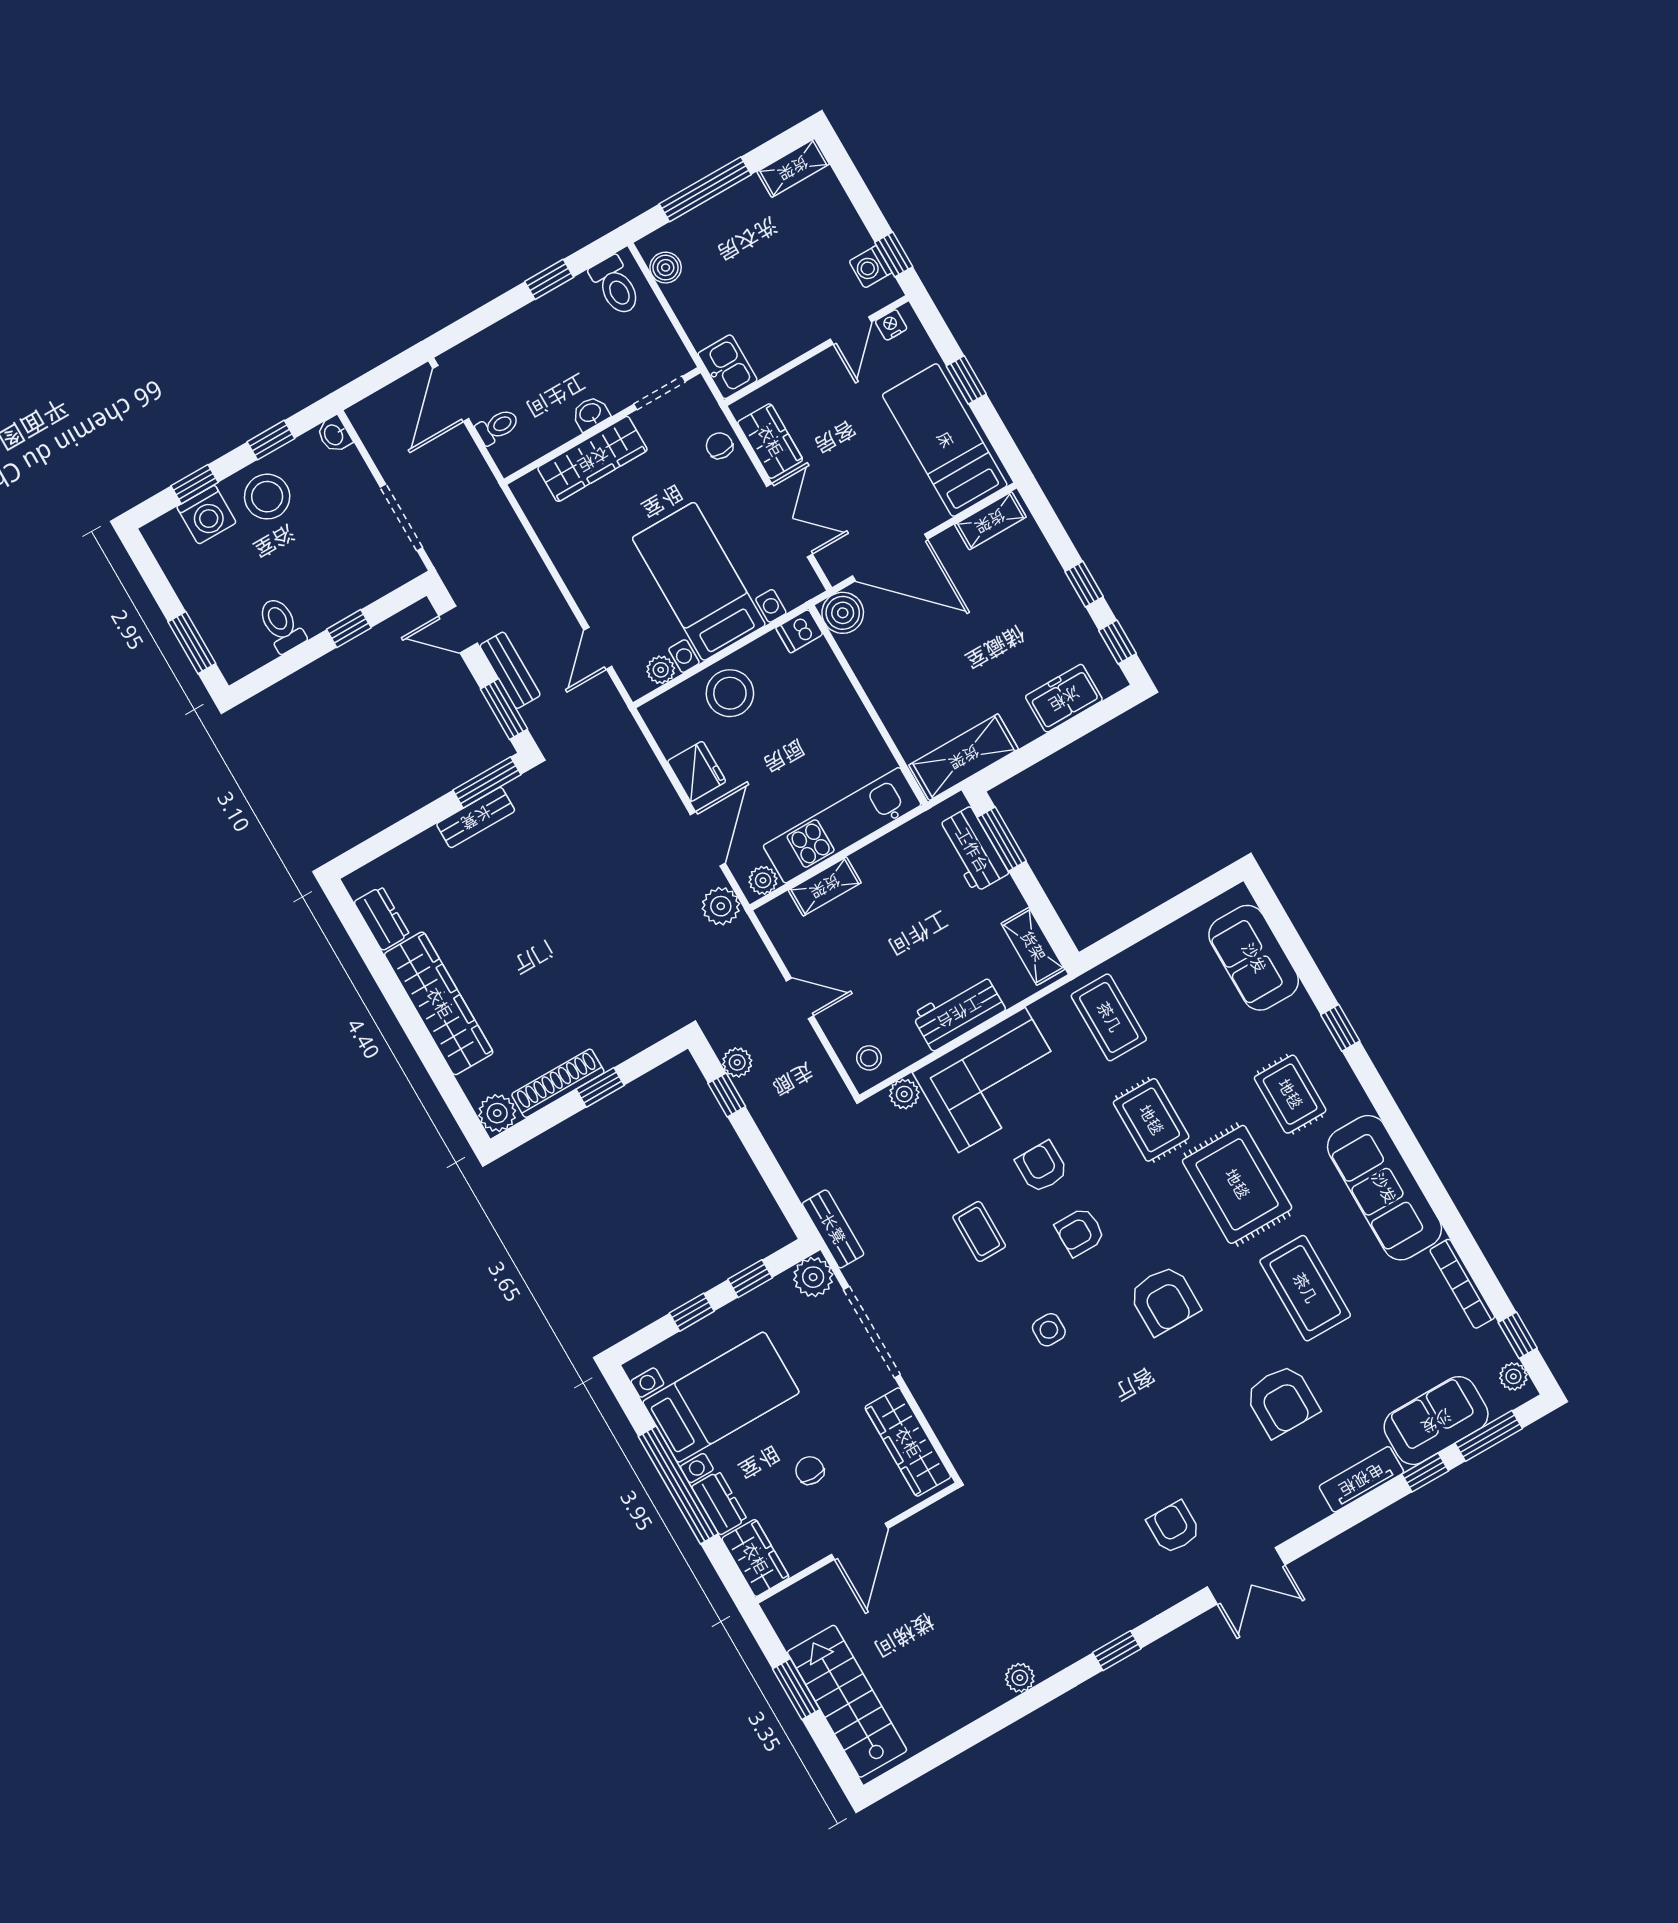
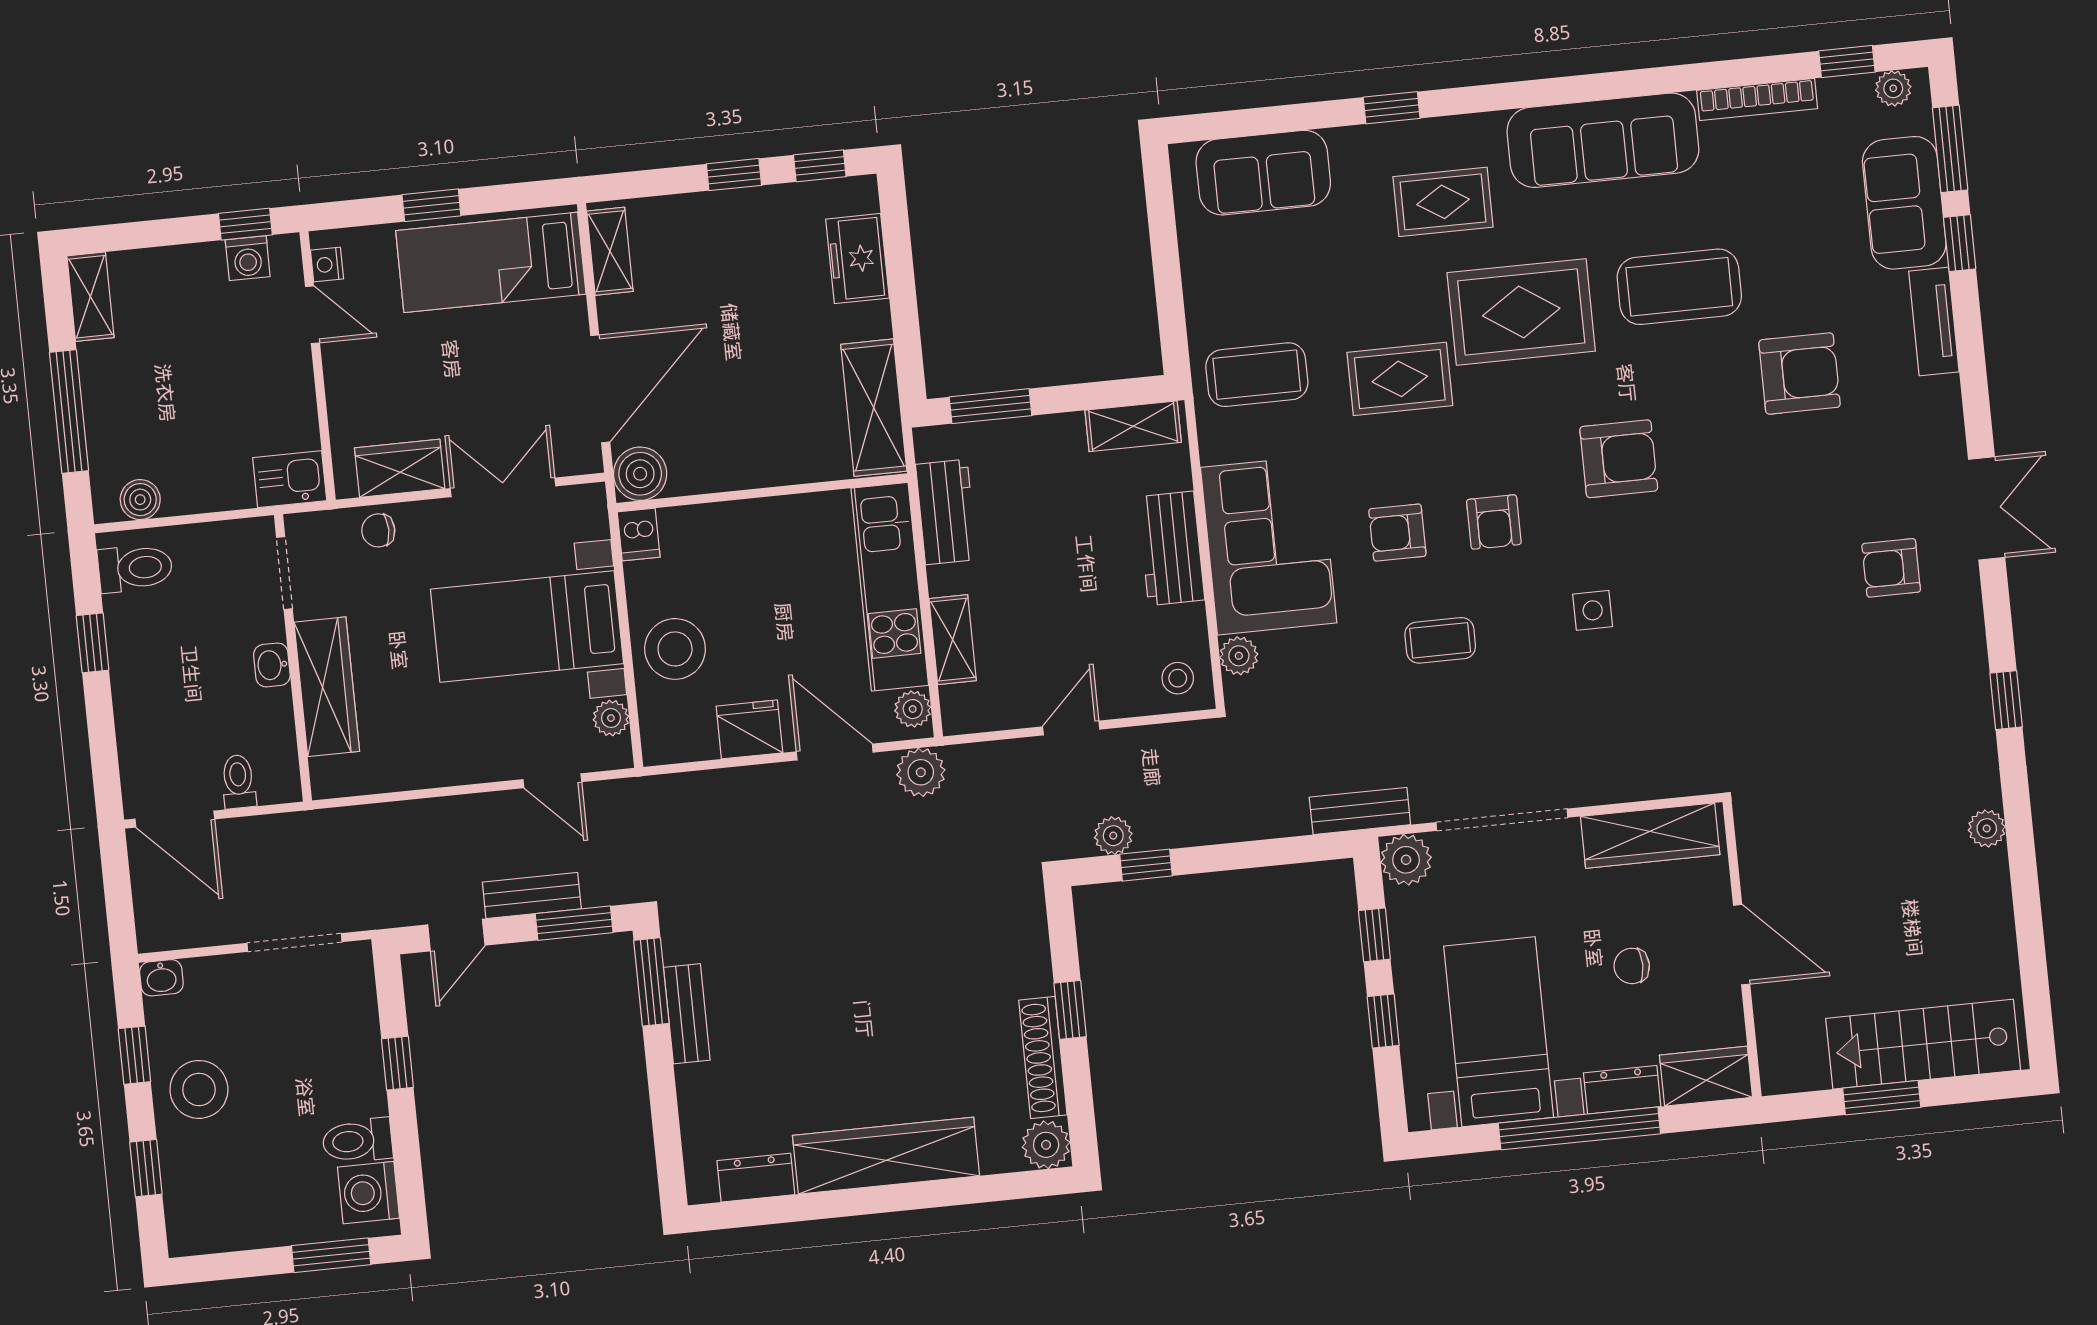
washing machine: (207, 515) -> (368, 1193), moved, turned 180
workbench: (972, 850) -> (946, 512), moved, turned -90

